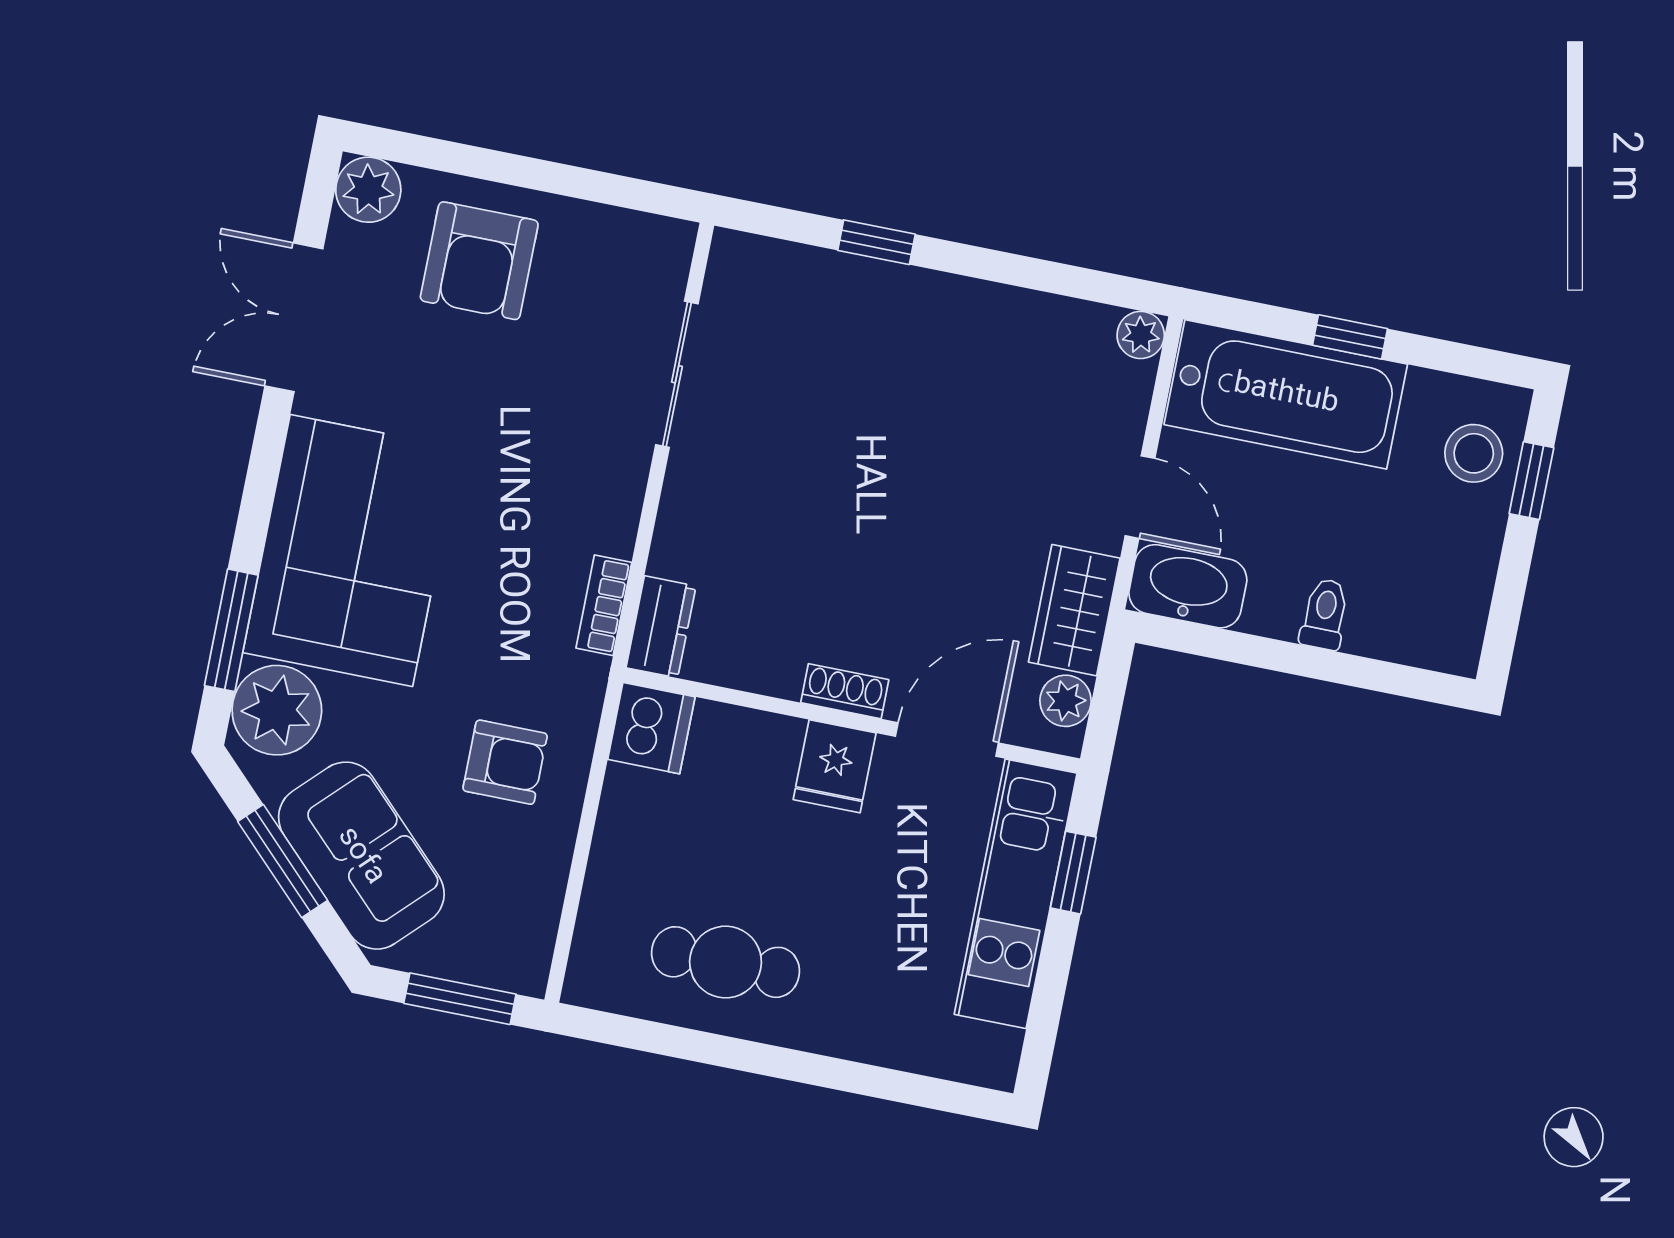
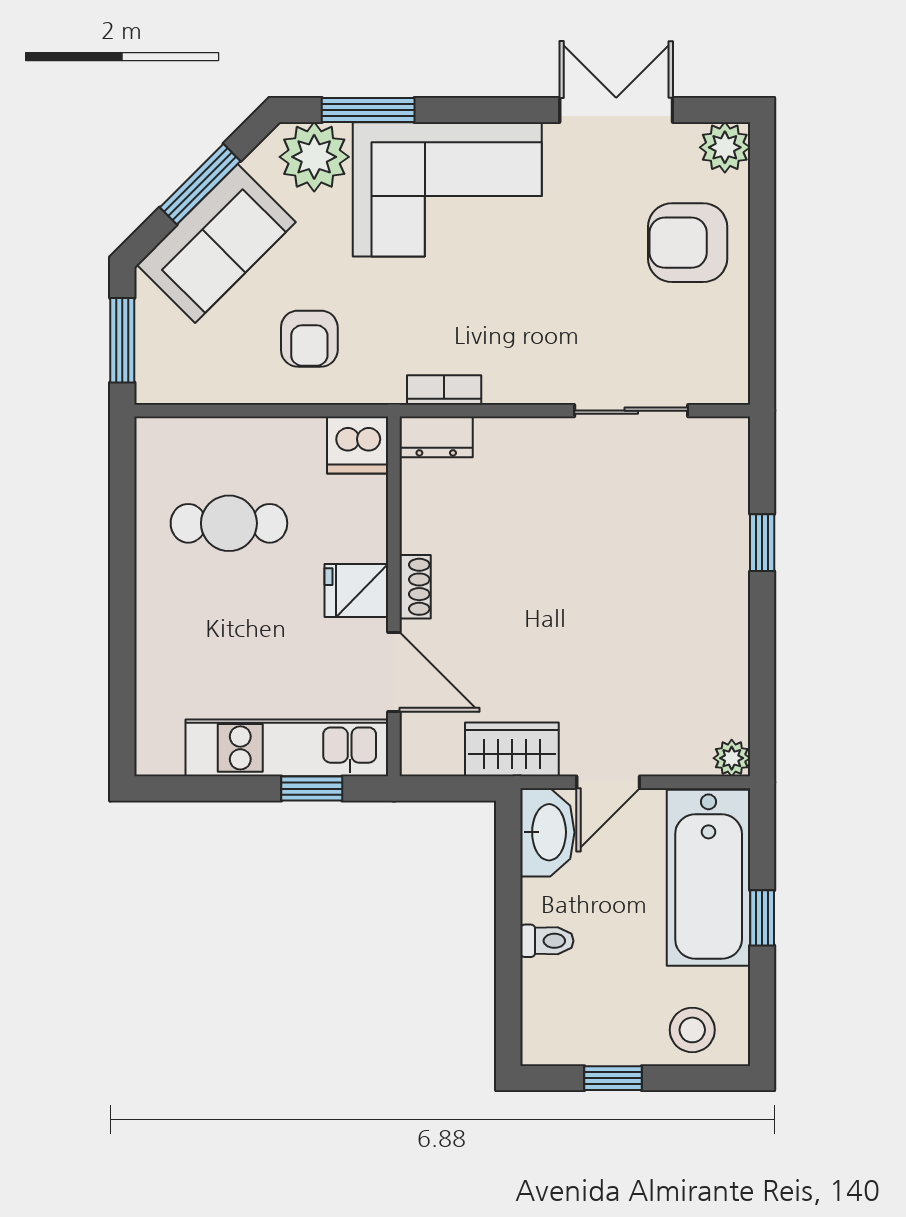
window: (1531, 481) -> (613, 1078), moved
plant: (1066, 701) -> (441, 757), removed
cafe table: (726, 962) -> (229, 523), moved, turned 90

